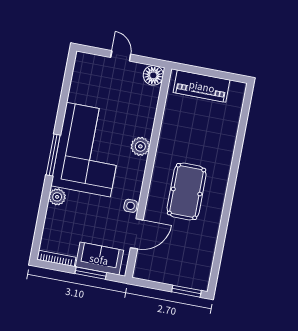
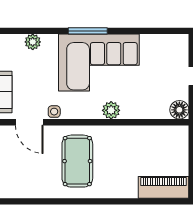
piano: (202, 86) -> (163, 187), moved, turned 90
pool table: (187, 191) -> (77, 161), turned 90
plant: (57, 197) -> (33, 42), moved

